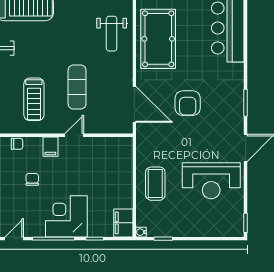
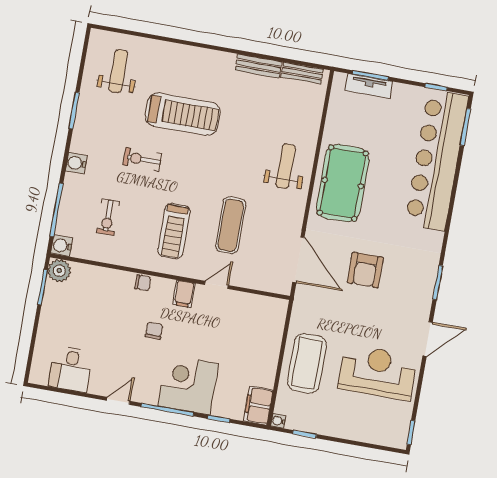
weight bench: (112, 34) -> (286, 166), turned 180
reception desk: (211, 181) -> (377, 372), turned 180
coffee table: (155, 184) -> (307, 363), width x1.36, depth x1.32

